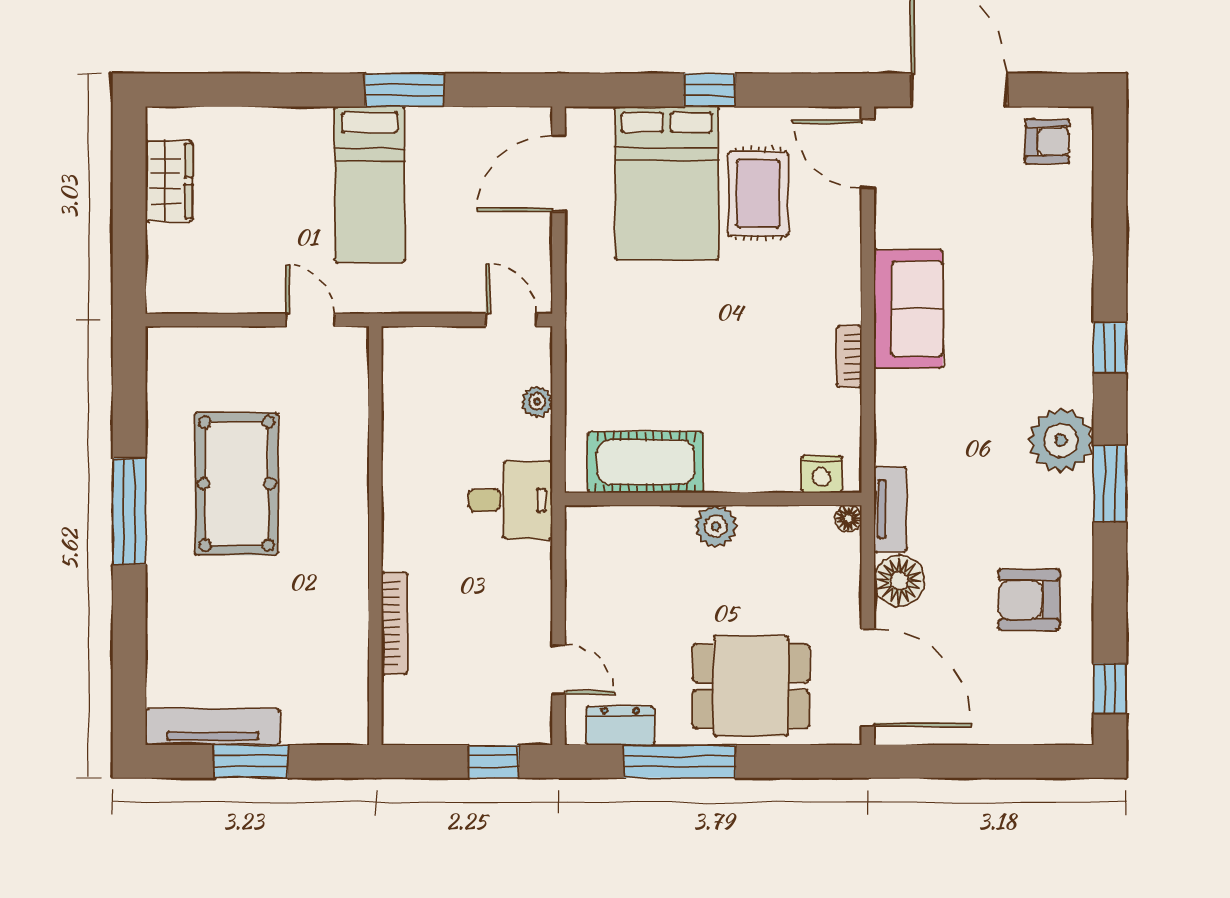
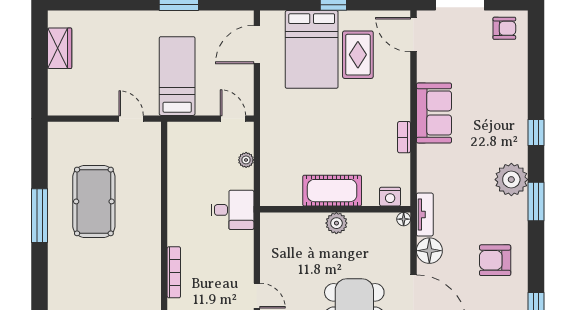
bed: (370, 184) -> (177, 76), moved, turned 180
cot: (646, 462) -> (332, 191), moved

